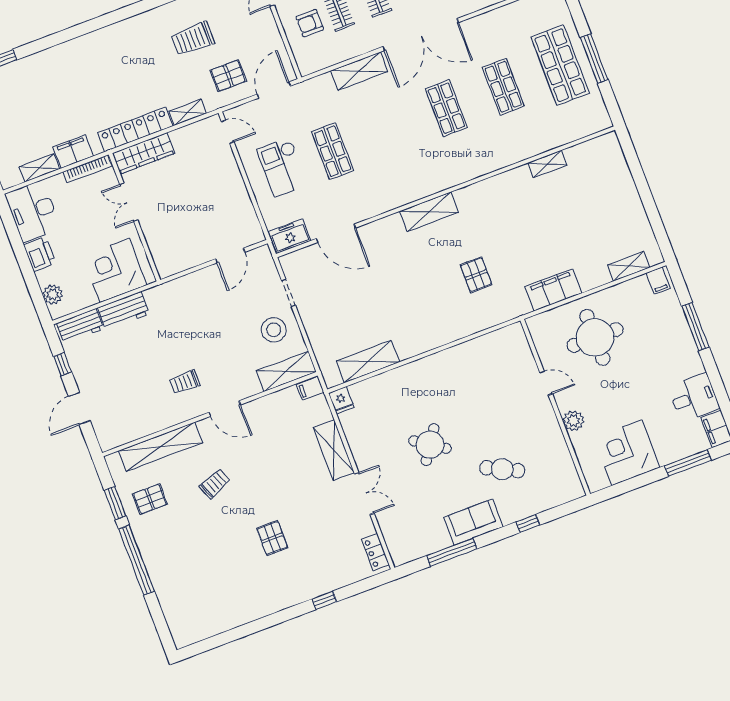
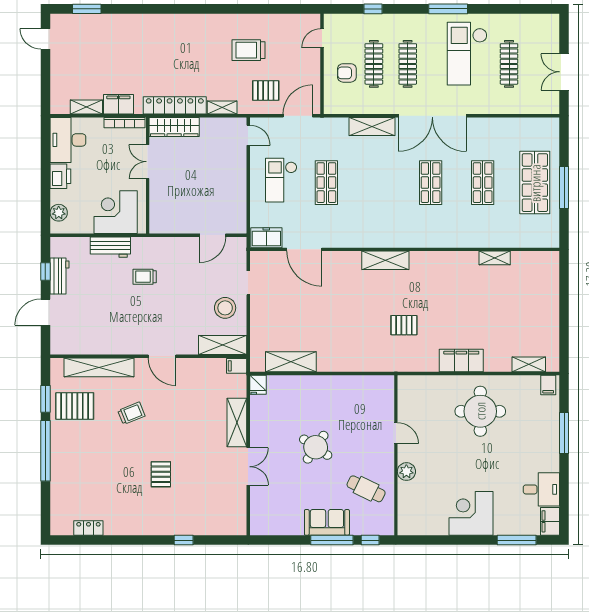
pallet: (476, 275) -> (404, 325), turned 90
workbench: (80, 326) -> (60, 276), moved, turned -90
trolley: (185, 382) -> (145, 277), moved
door: (546, 383) -> (396, 433), moved
wall: (555, 407) -> (396, 455), moved
plant: (573, 421) -> (406, 472), moved
pallet: (150, 499) -> (75, 406), width x1.50, depth x1.42
locker: (375, 552) -> (88, 528), moved, turned 90
window: (452, 552) -> (332, 540), moved

